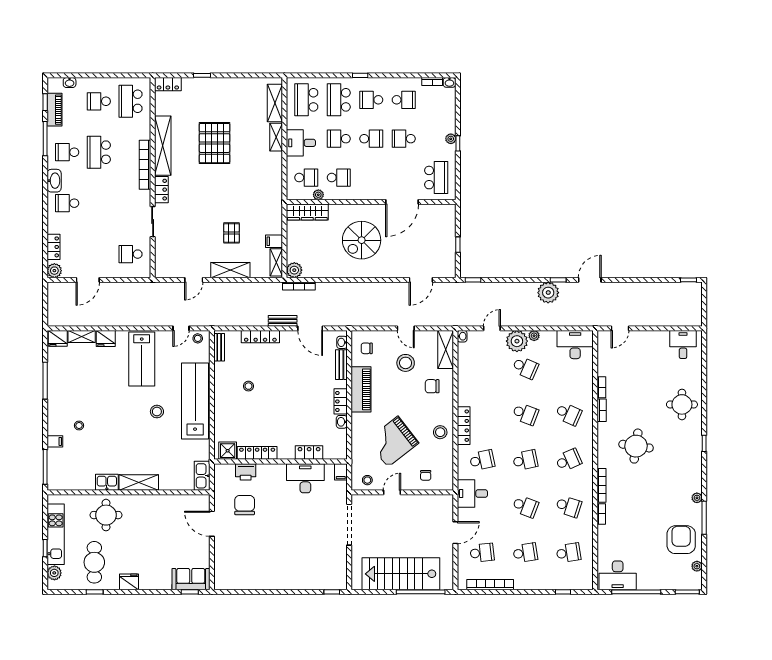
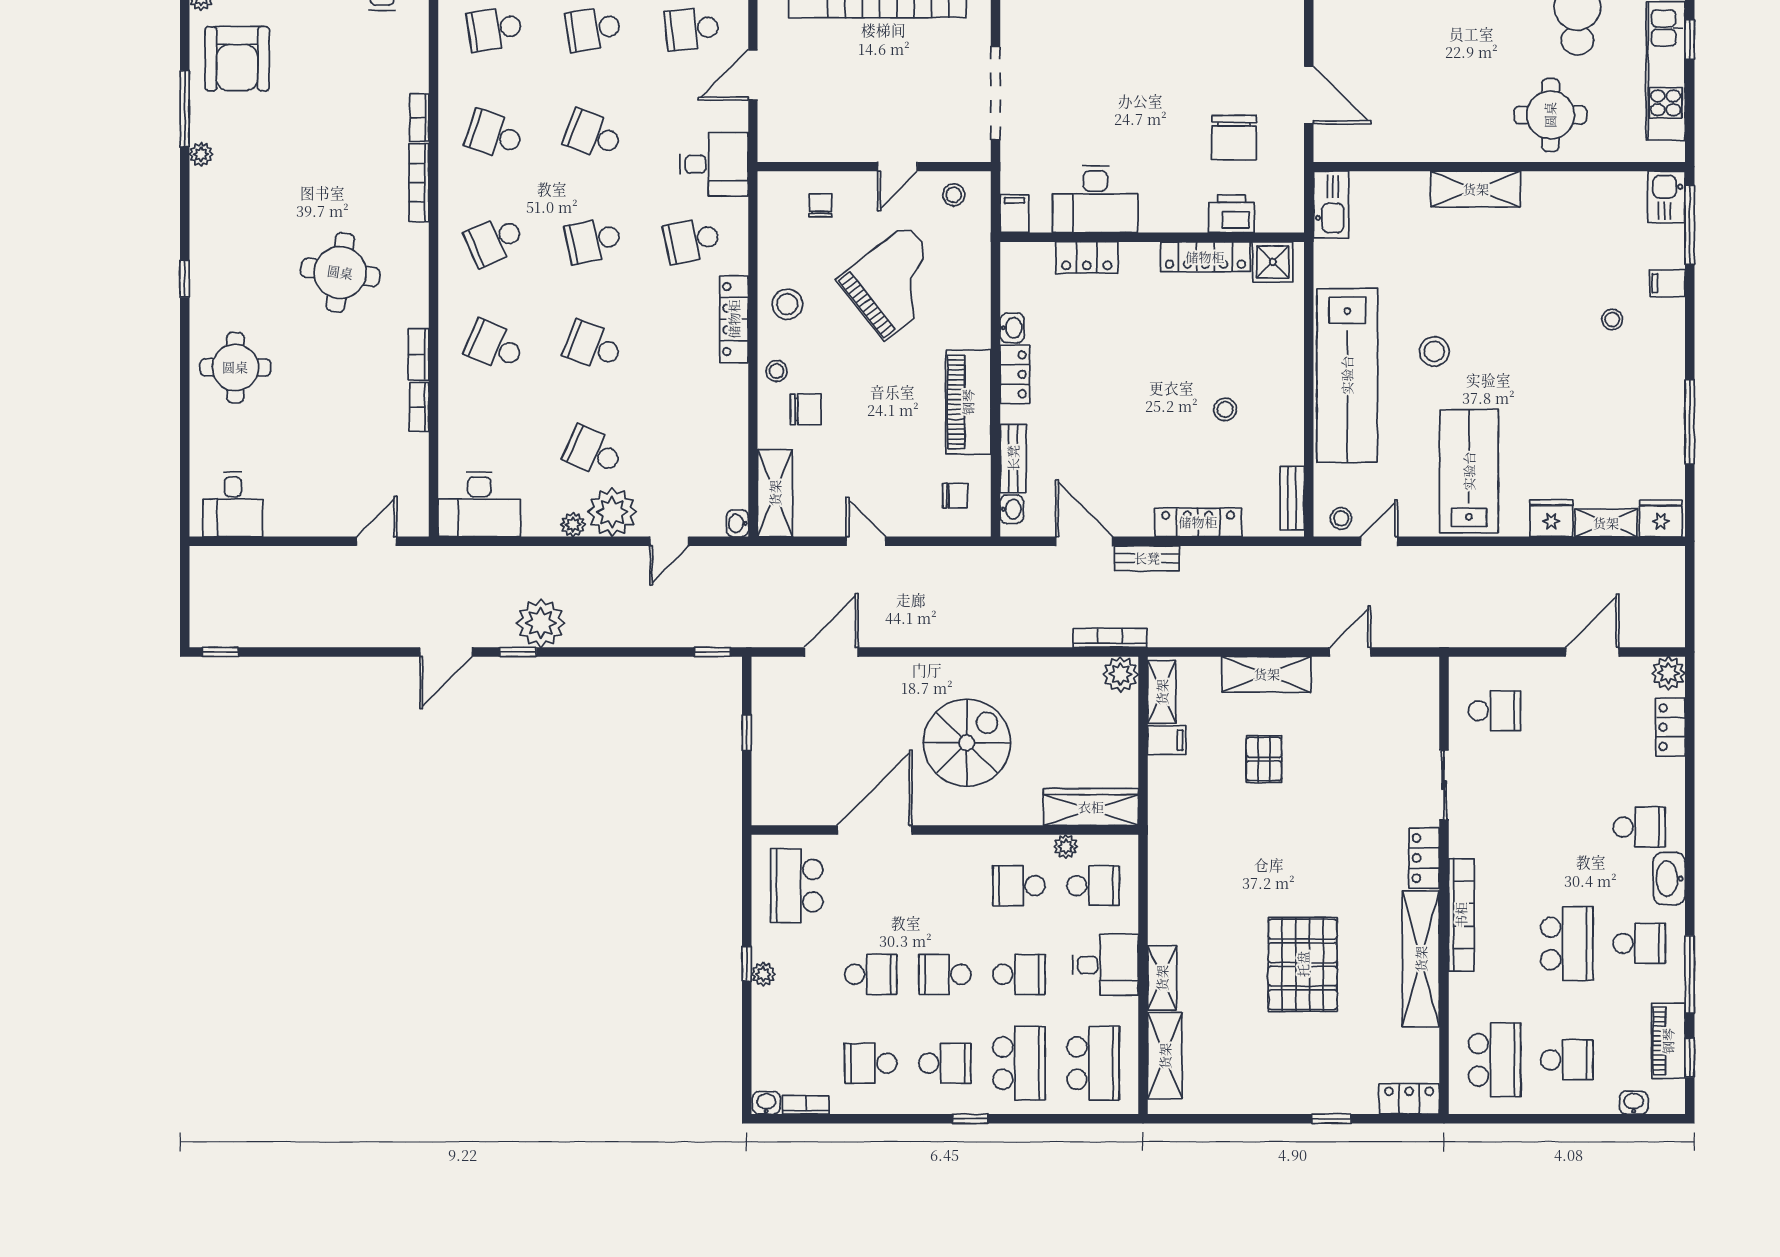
school desk: (306, 178) -> (1093, 886), turned 180
stool: (406, 363) -> (777, 371), moved, width x0.53, depth x0.53
kitchen sink: (107, 482) -> (1666, 197), moved, turned 90

